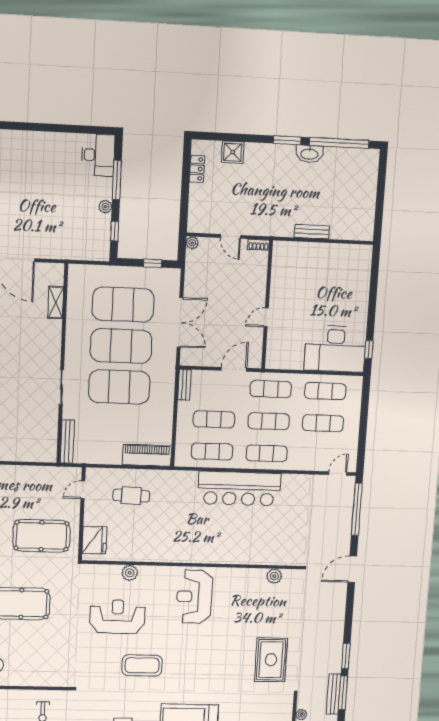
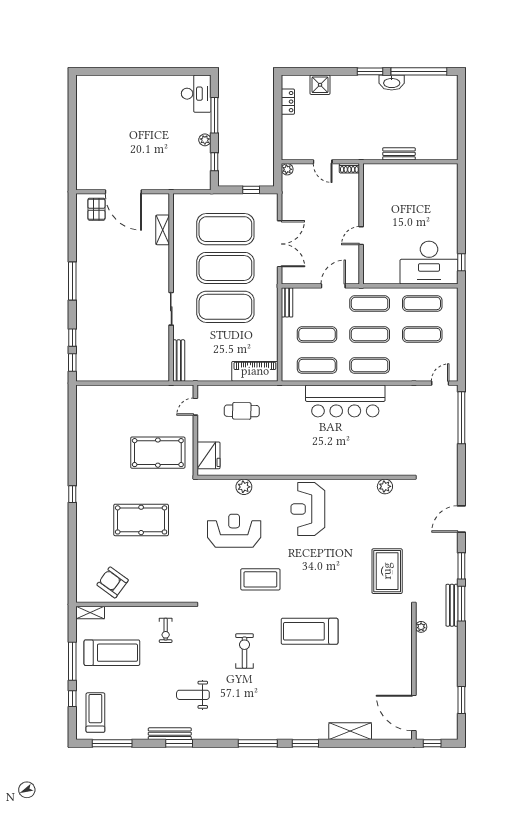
door: (352, 569) -> (461, 519), moved

